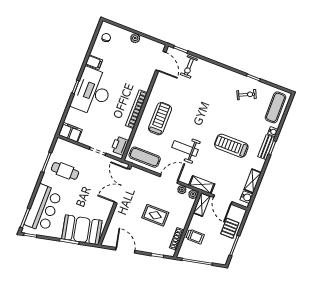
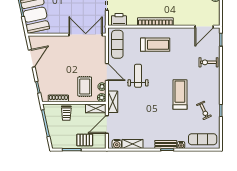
exercise bike: (189, 67) -> (208, 62), moved
treadmill: (231, 146) -> (180, 95), moved
rug: (155, 215) -> (85, 87), moved

